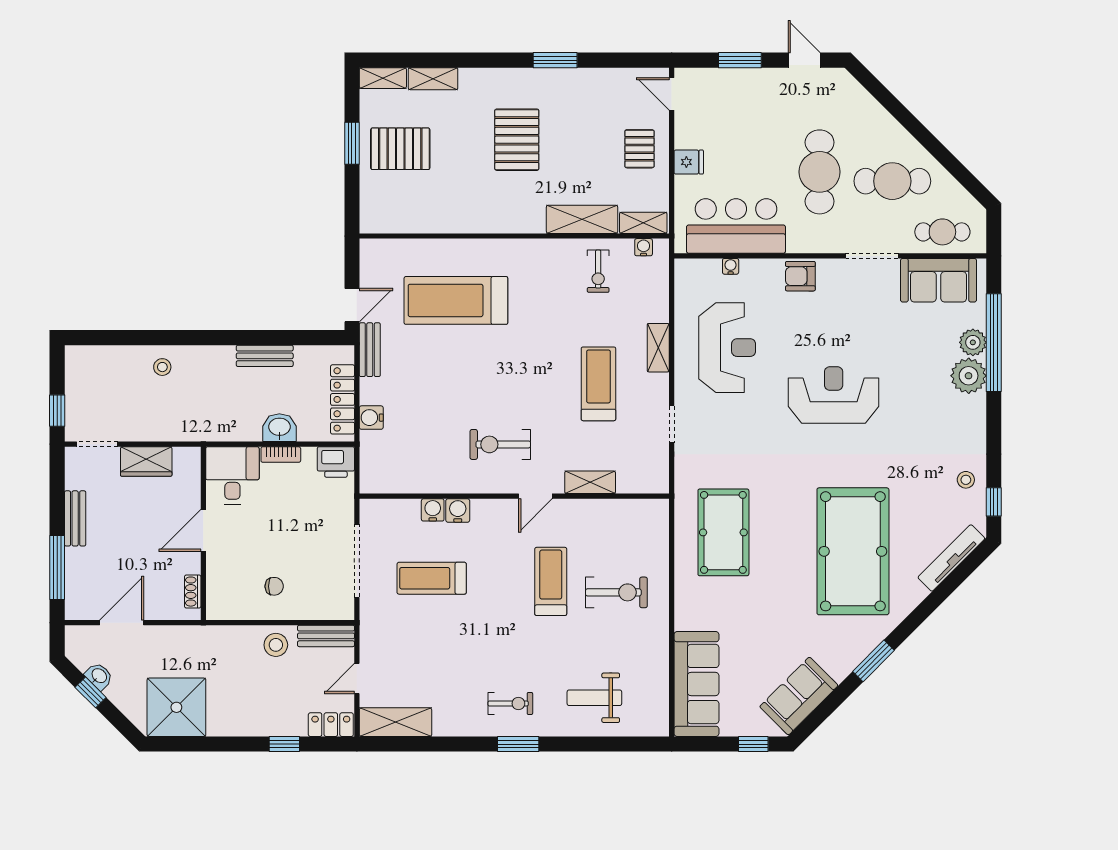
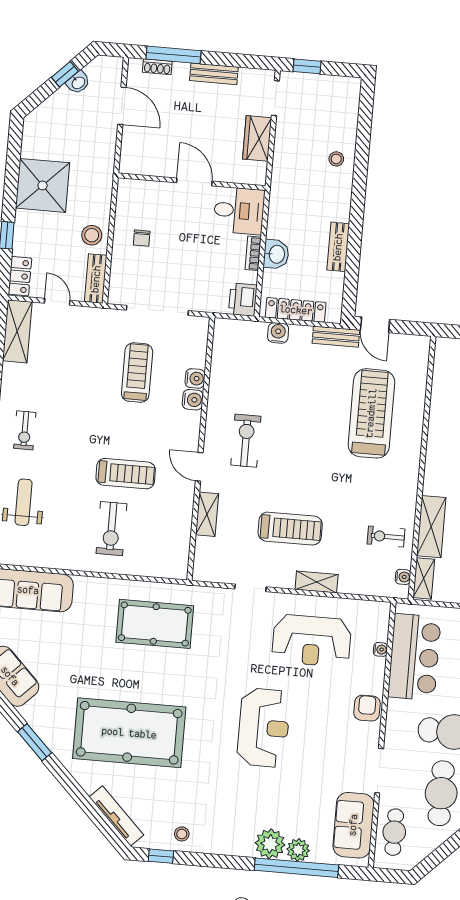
shoe rack: (193, 592) -> (157, 67), moved, turned 180
shower: (176, 707) -> (43, 185), moved

